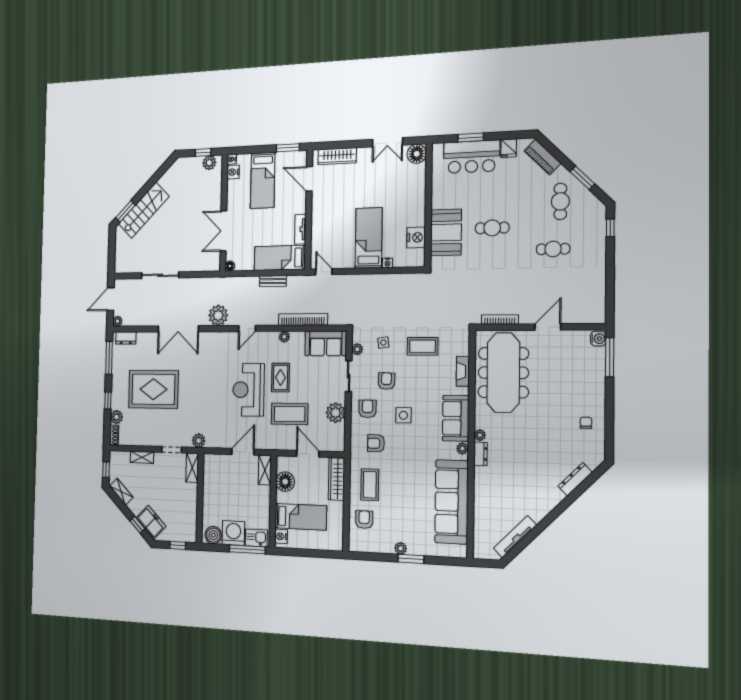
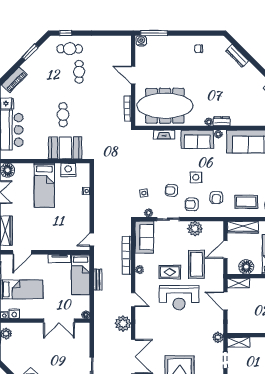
cafe table: (560, 201) -> (70, 49), moved
bed: (369, 238) -> (44, 185), moved, turned -90
coffee table: (423, 346) -> (147, 164), removed

